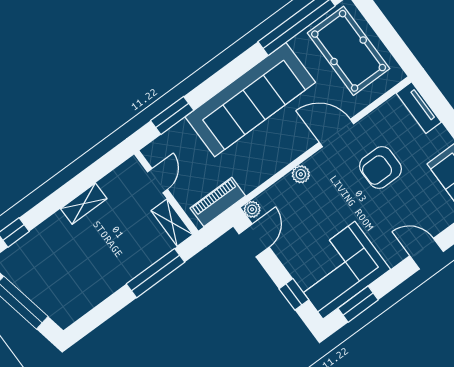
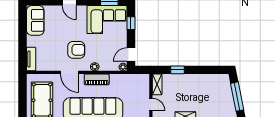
armchair: (380, 168) -> (76, 50), moved
door: (158, 181) -> (151, 104), swing flipped
piano: (218, 202) -> (97, 79), moved
window: (156, 273) -> (178, 70), width x0.46

